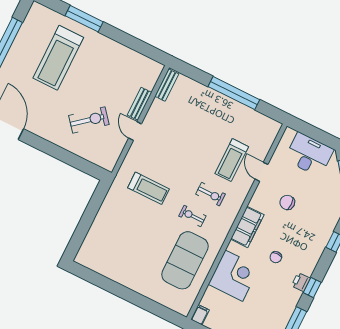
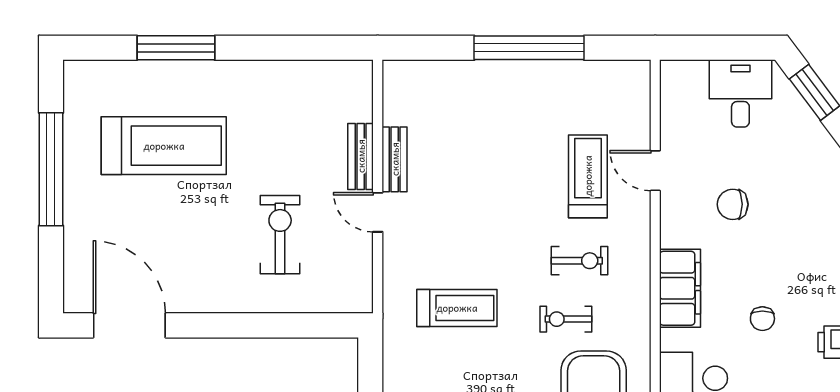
treadmill: (58, 58) -> (164, 146), turned -90
bench: (167, 85) -> (395, 159), moved
exercise bike: (89, 120) -> (280, 235), turned -50
desk: (309, 155) -> (740, 93), width x0.73
treadmill: (232, 160) -> (588, 176), turned 180

